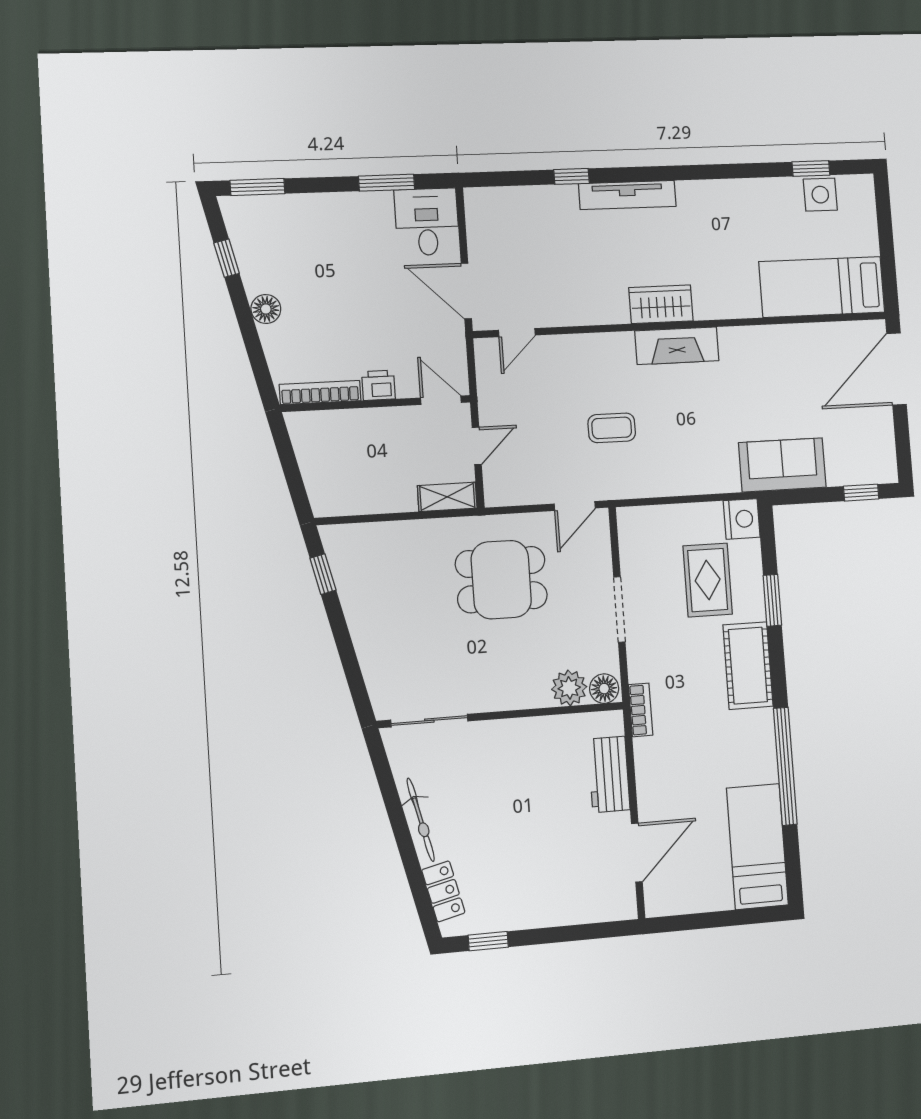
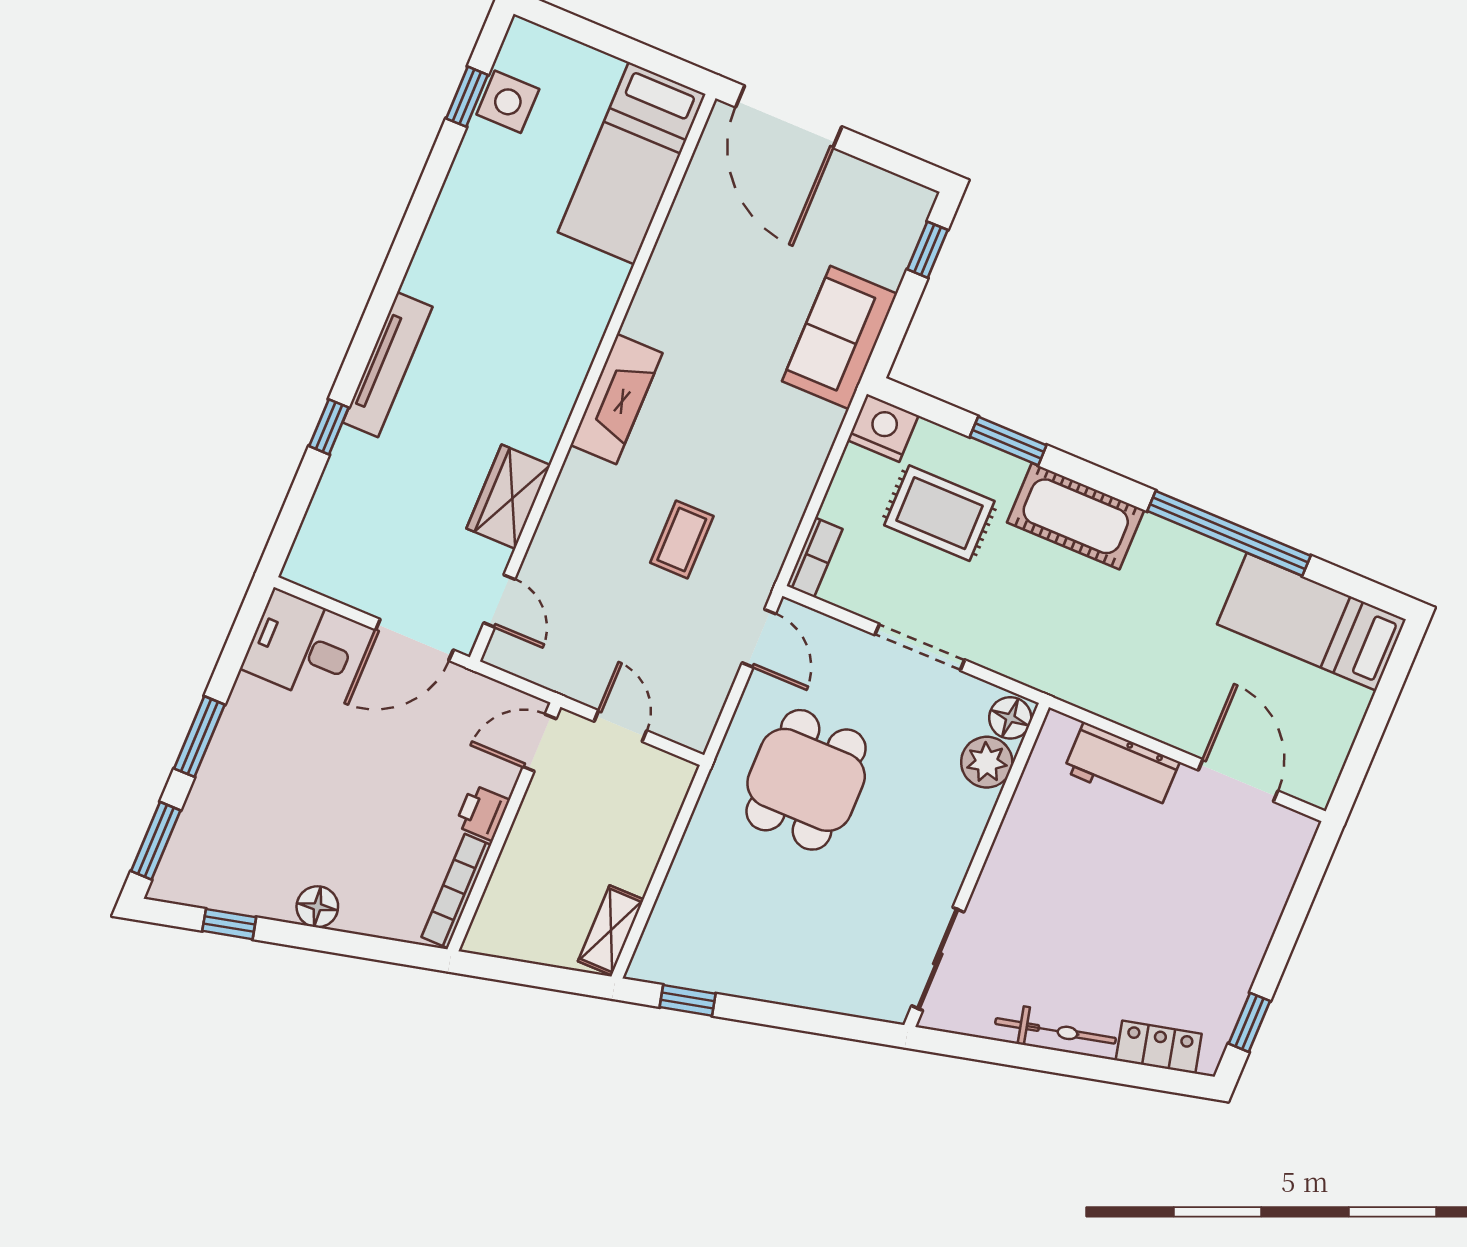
window: (387, 183) -> (199, 737), moved
wardrobe: (661, 304) -> (509, 497), moved
shelving: (447, 497) -> (611, 930), moved
bookcase: (641, 710) -> (814, 557), moved, turned 90

